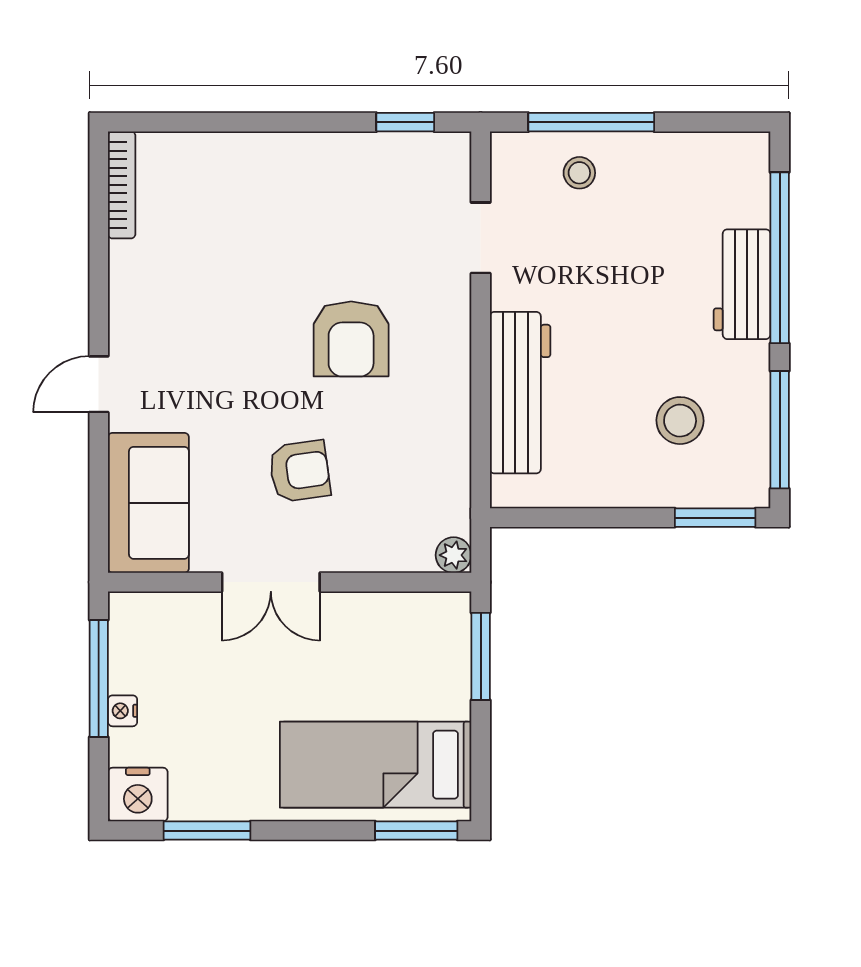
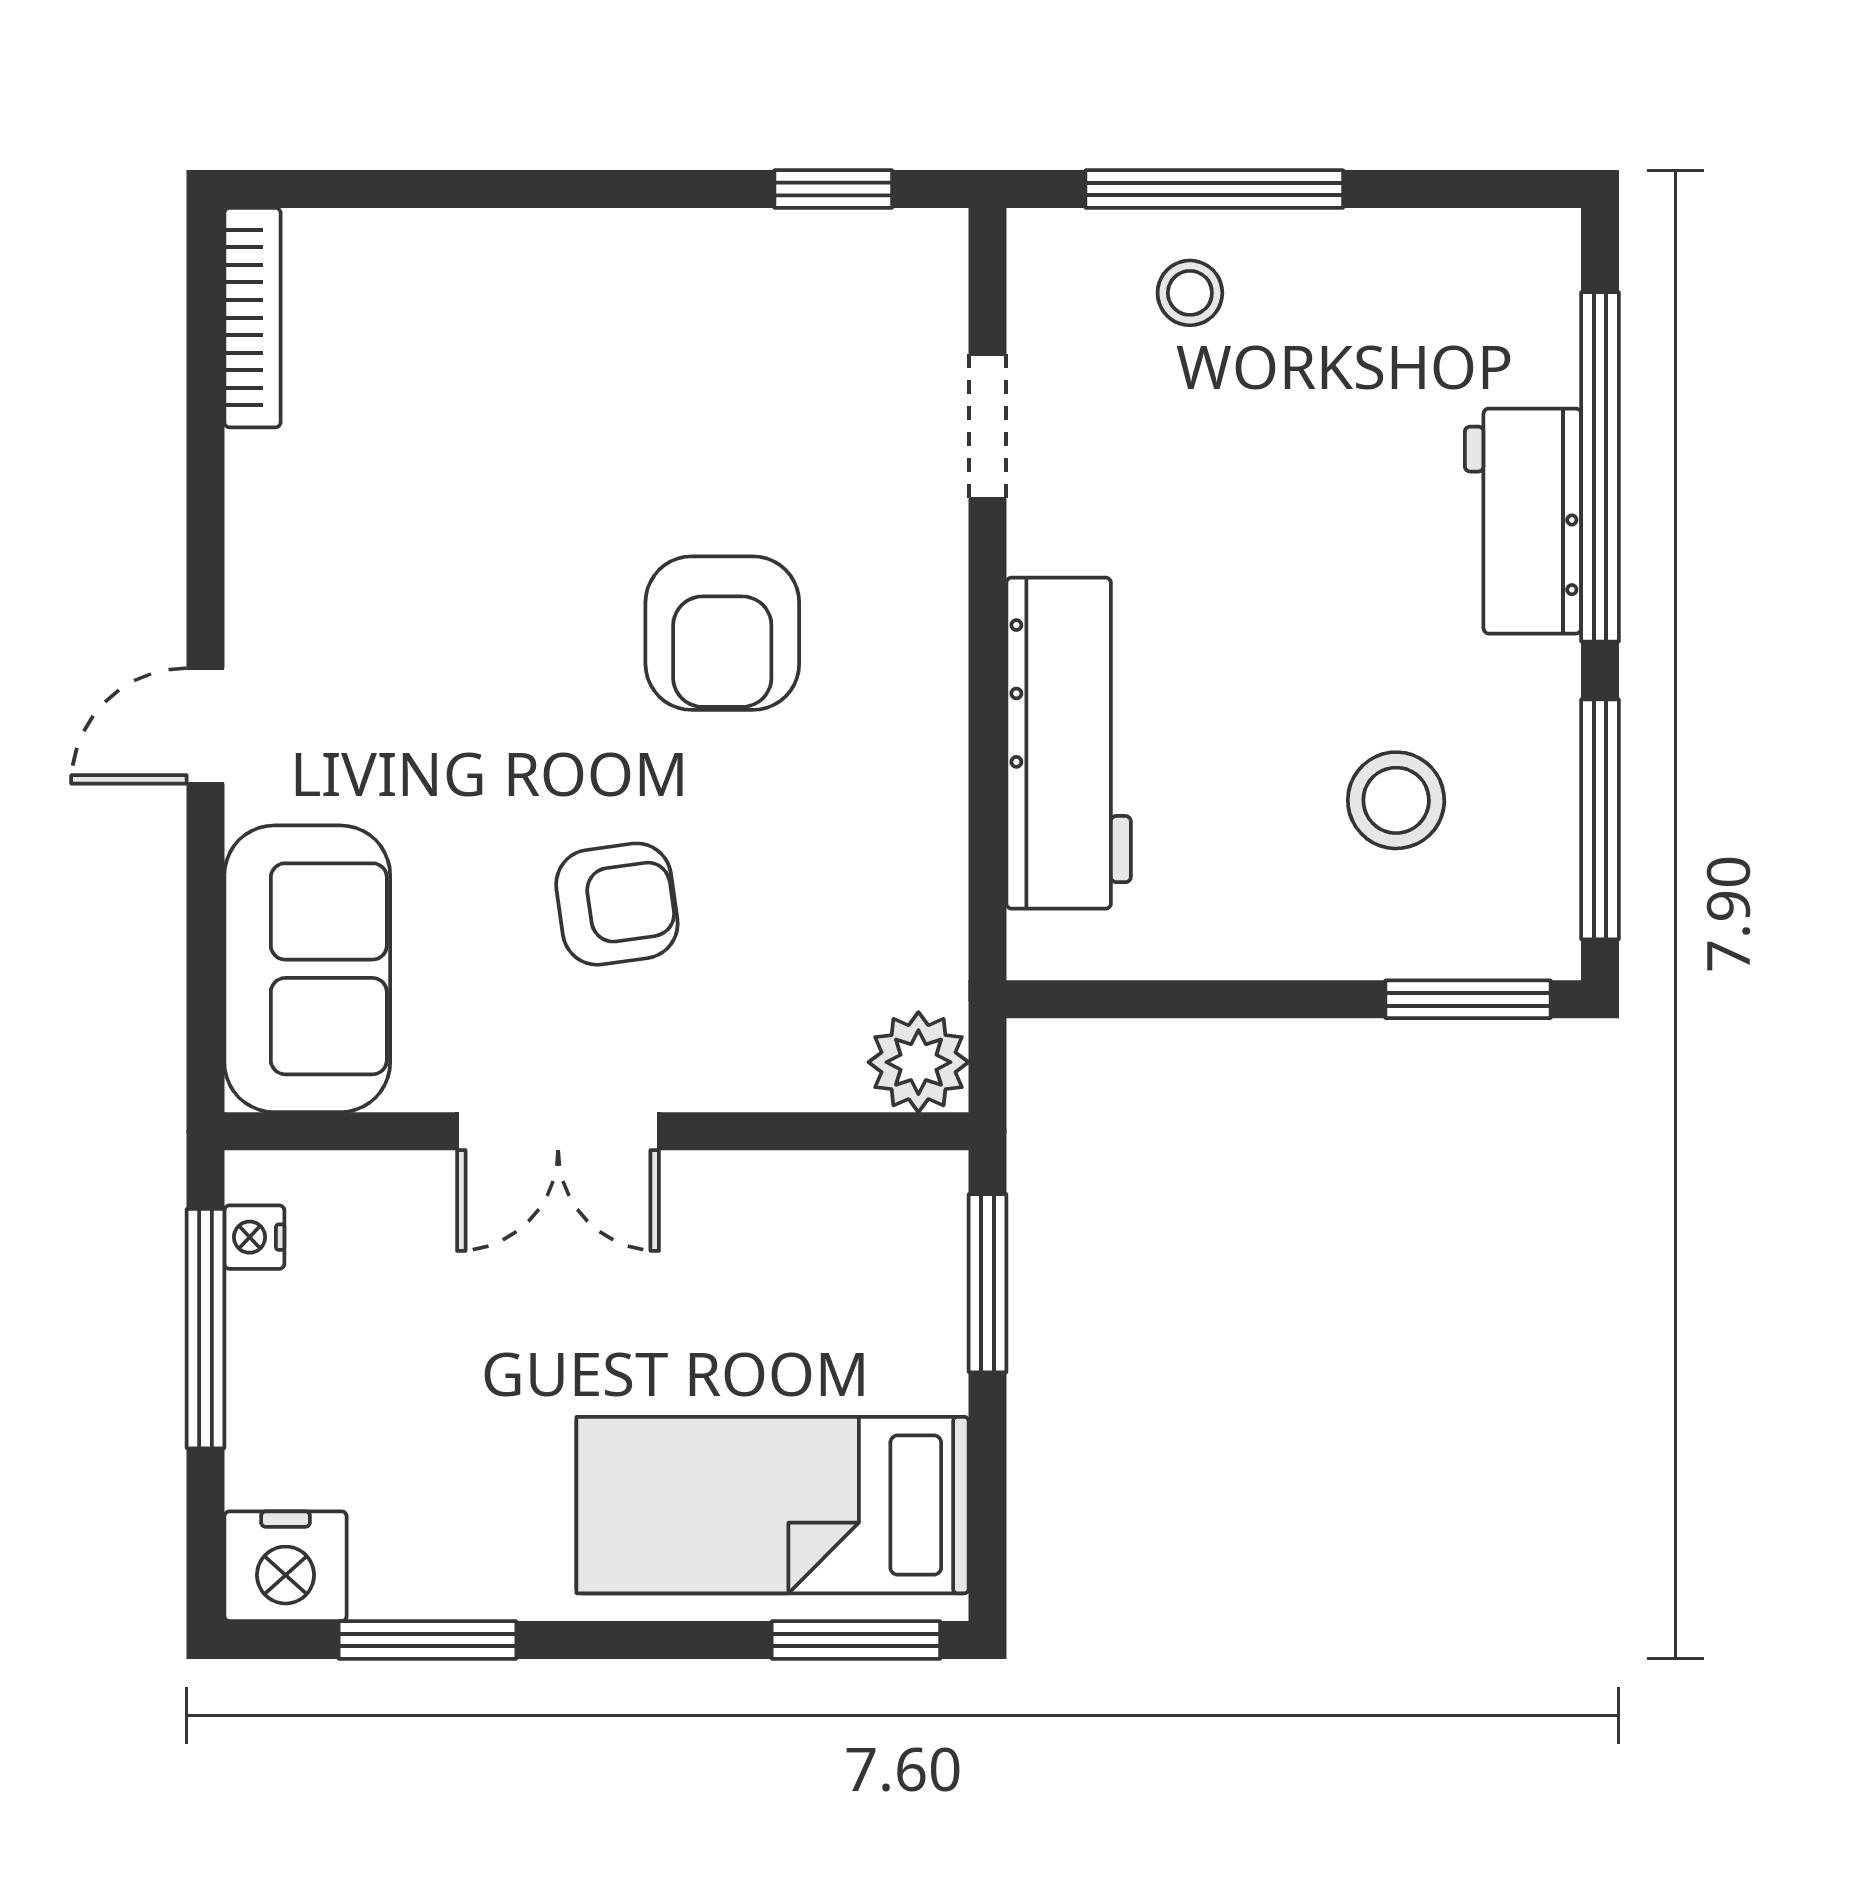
plant: (454, 555) -> (918, 1062), width x1.38, depth x1.38
nightstand: (123, 711) -> (254, 1237), moved

